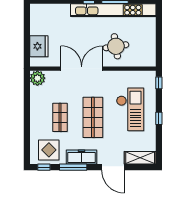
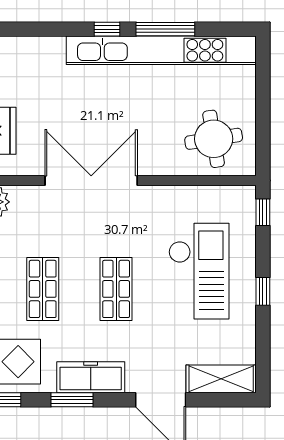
round table: (116, 46) -> (214, 139), moved
shop shelf: (93, 117) -> (116, 289), width x0.70, depth x0.74
window: (73, 167) -> (72, 400), width x0.69

